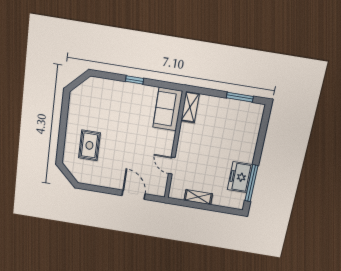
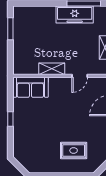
shelving: (190, 107) -> (52, 69), moved
freezer: (240, 177) -> (75, 15), width x1.40

